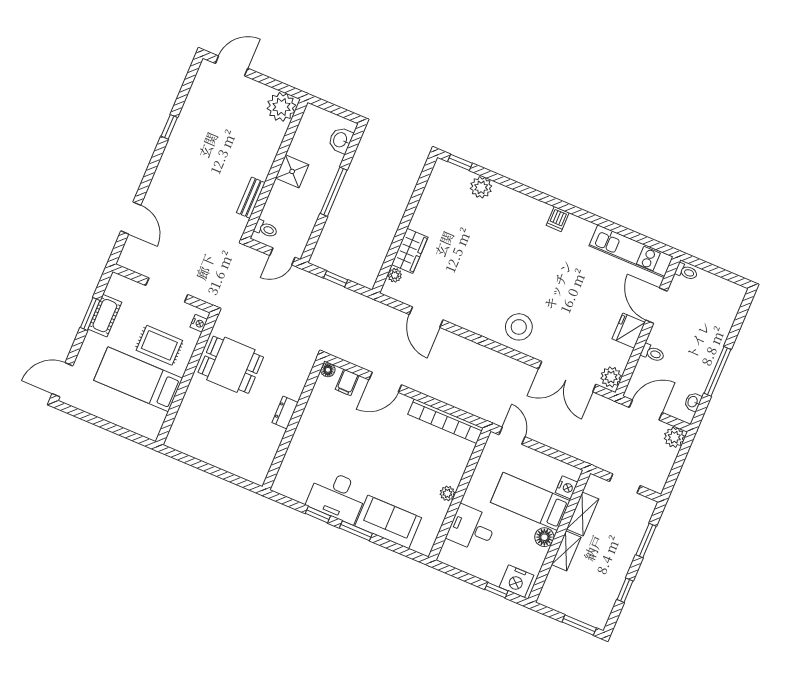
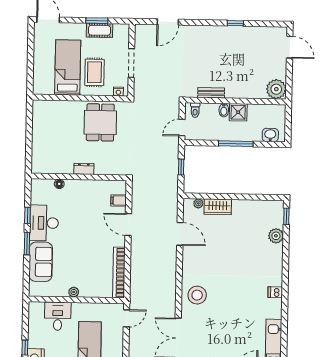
bidet: (281, 190) -> (224, 110), added
door: (282, 256) -> (182, 128), hinge flipped
door: (426, 317) -> (180, 234), swing flipped
floor lamp: (328, 370) -> (59, 184), moved

